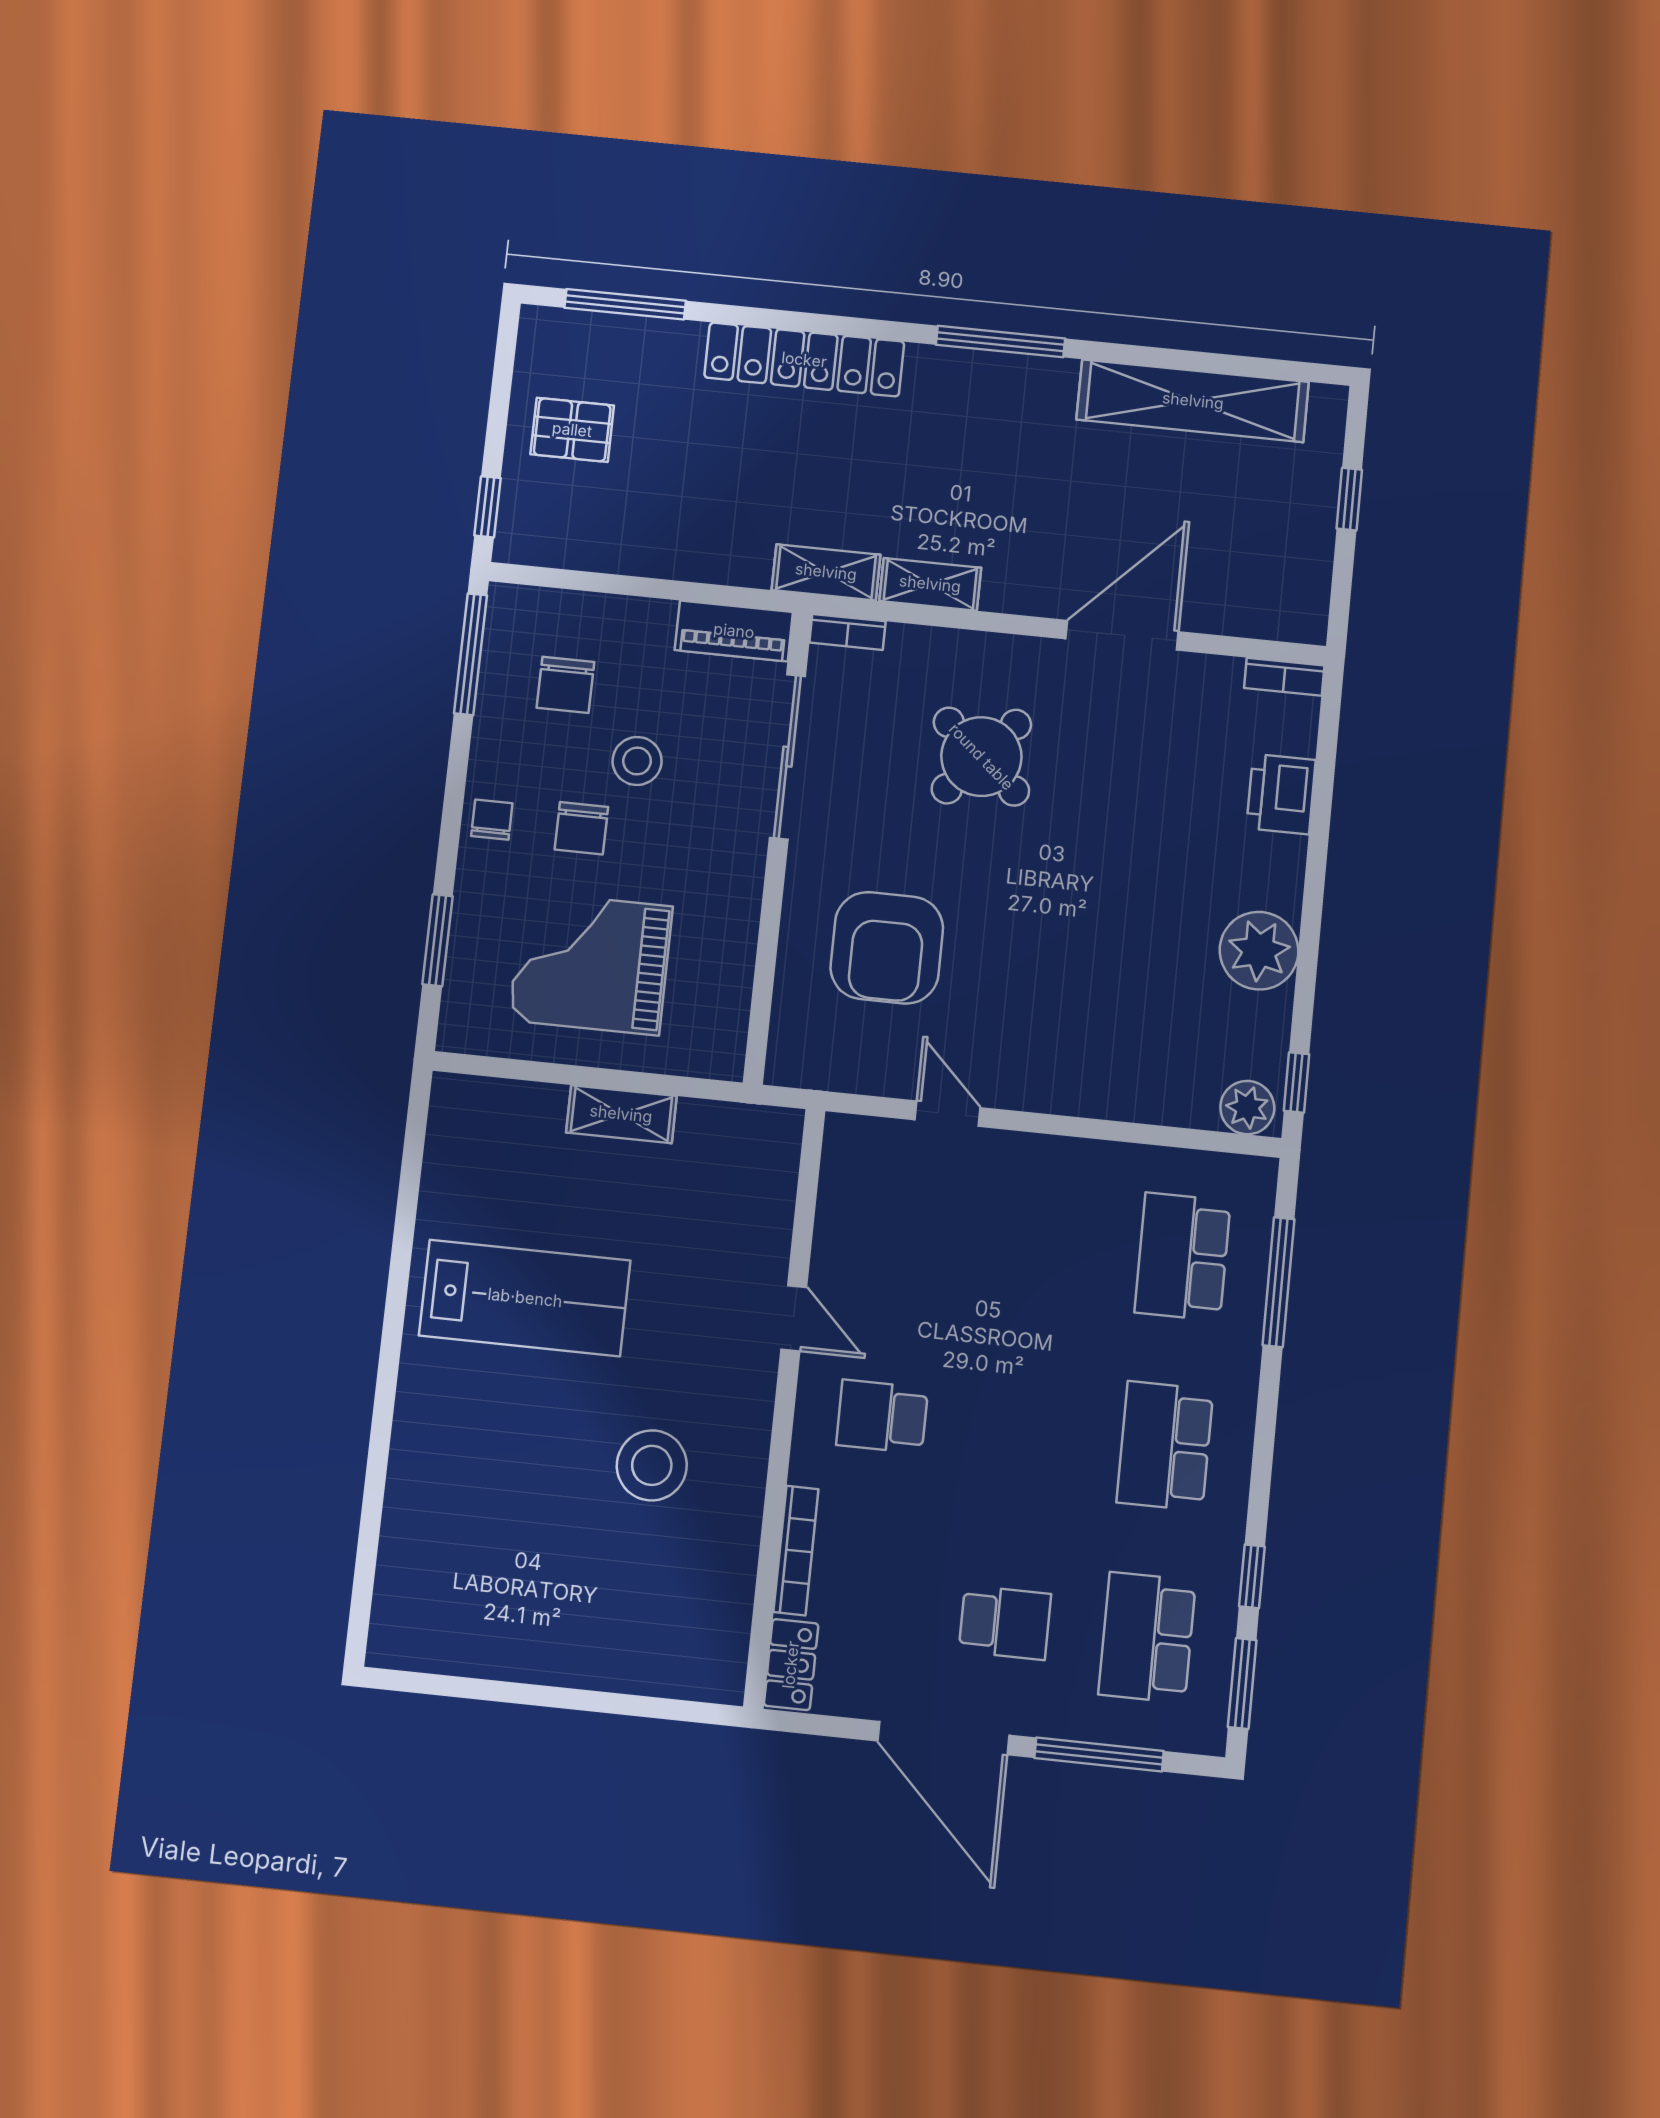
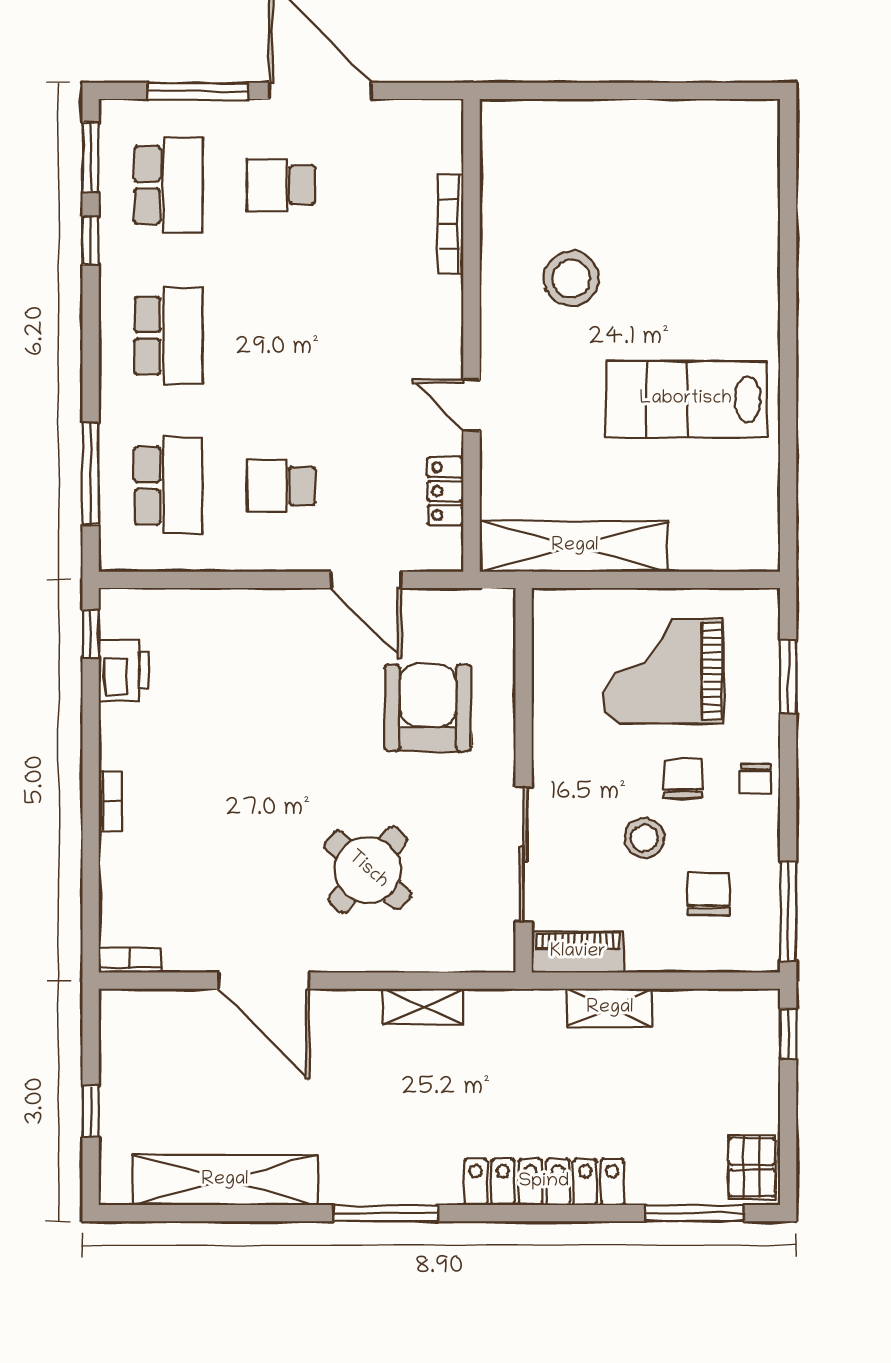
pallet: (572, 430) -> (752, 1167), moved, turned 90
shelving: (826, 572) -> (610, 1008), moved
bookcase: (848, 632) -> (111, 800), moved, turned 90
door: (1122, 635) -> (264, 981), hinge flipped
printer: (1281, 794) -> (124, 671), moved
plant: (1259, 951) -> (130, 736), removed
grand piano: (591, 963) -> (663, 671), turned 180
plant: (1247, 1108) -> (128, 609), removed
shelving: (621, 1114) -> (575, 546), width x2.20, depth x1.33
door: (948, 1114) -> (366, 580), width x1.38
school desk: (882, 1417) -> (281, 486), moved, turned 180
locker: (791, 1665) -> (445, 491), moved

